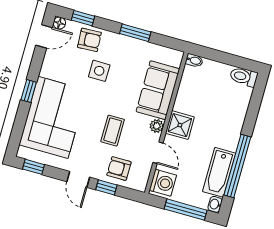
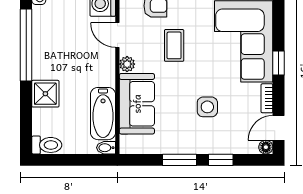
window: (83, 18) -> (221, 160), moved
armchair: (89, 40) -> (228, 138), removed
bookcase: (47, 64) -> (267, 98), added
shower: (180, 125) -> (45, 94), moved
bathtub: (219, 172) -> (103, 114), moved, turned 180

